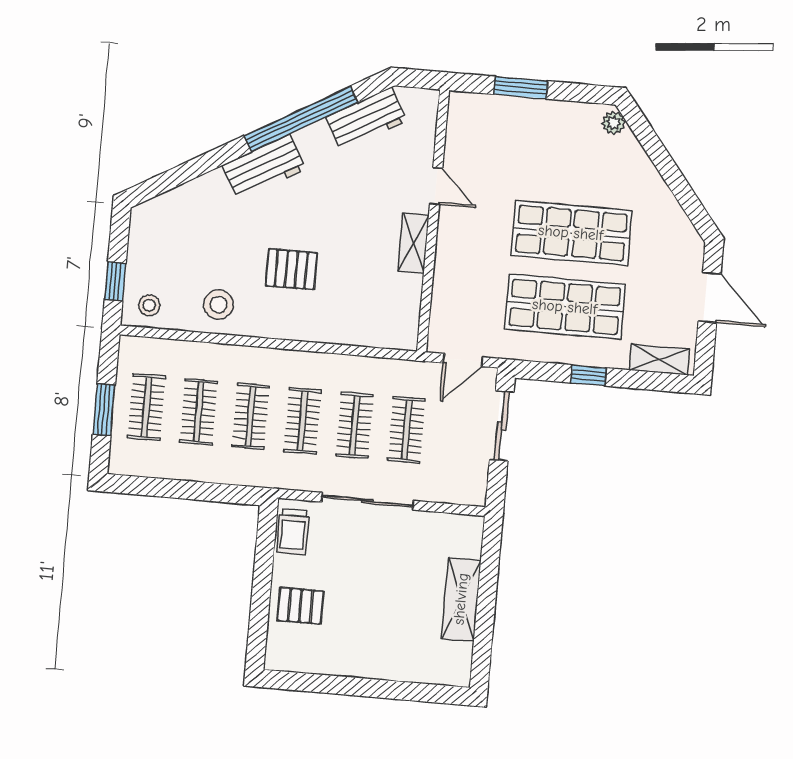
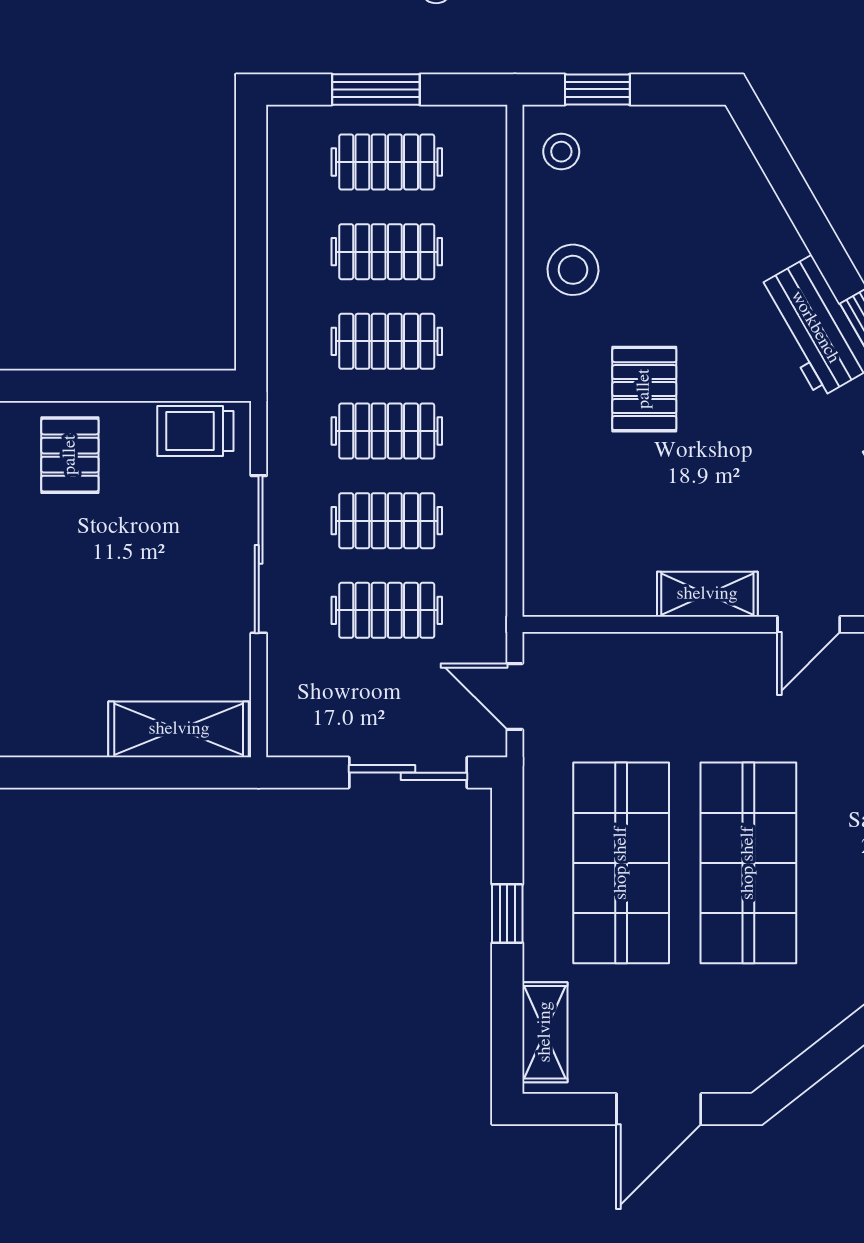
shelving: (461, 599) -> (179, 729), moved

